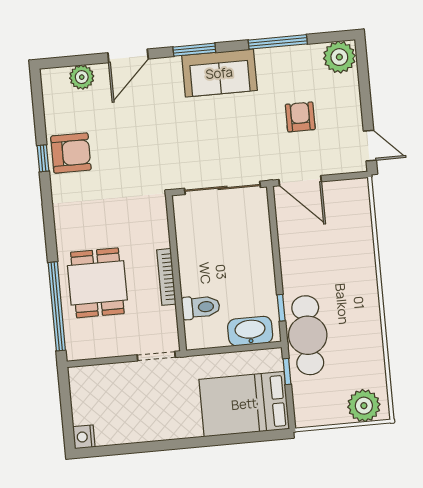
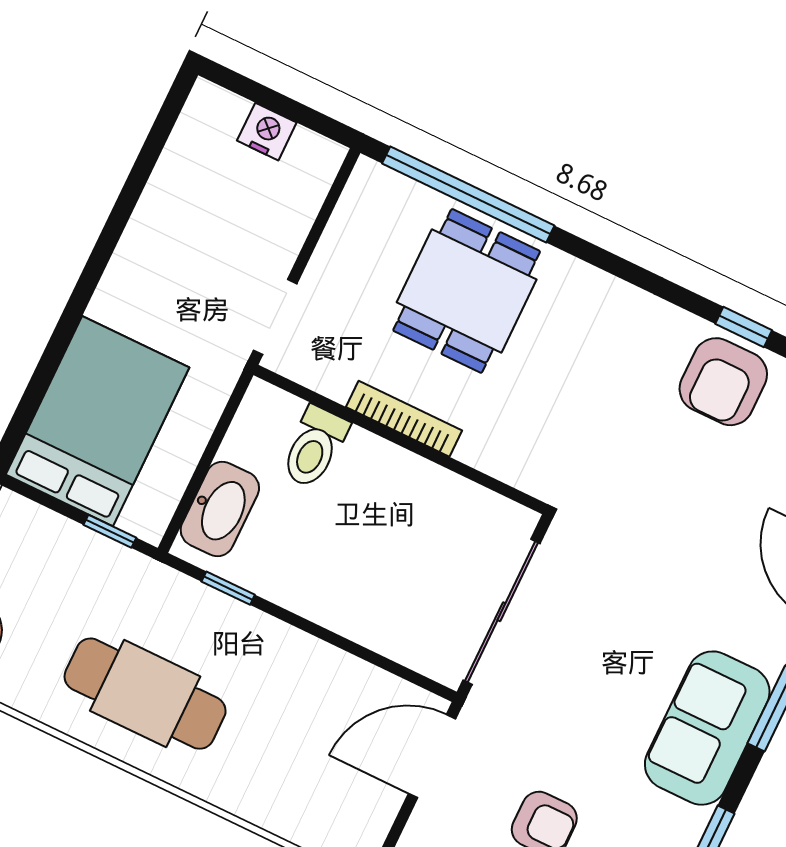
dining table: (97, 283) -> (467, 291), turned 90
cafe table: (308, 335) -> (145, 694), moved
nightstand: (84, 437) -> (267, 132), moved

